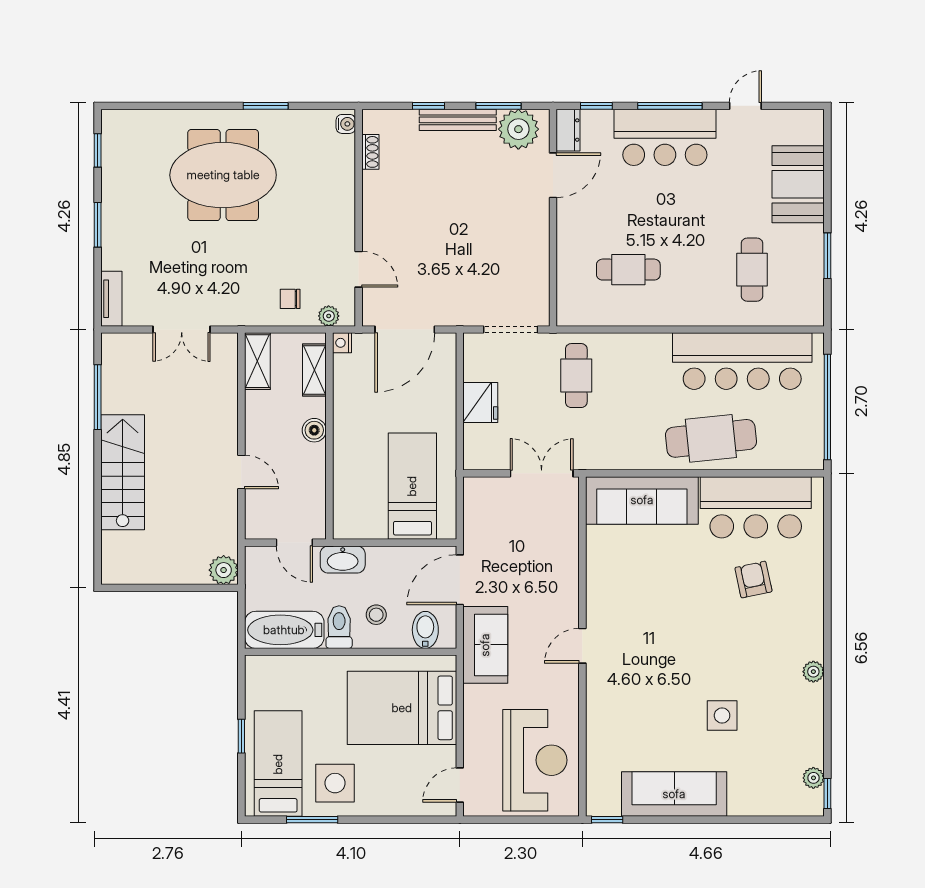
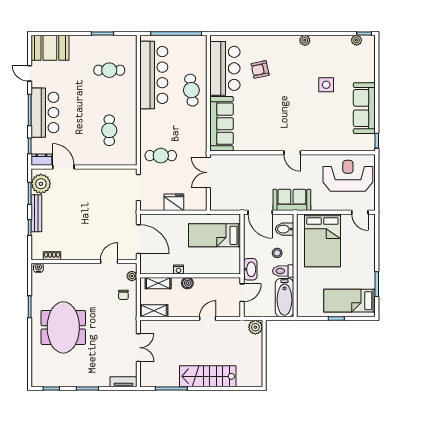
booth: (798, 184) -> (50, 48), moved
nightstand: (342, 343) -> (179, 270), moved
cafe table: (711, 438) -> (191, 90), width x0.73, depth x0.74
side table: (335, 783) -> (359, 273), removed

